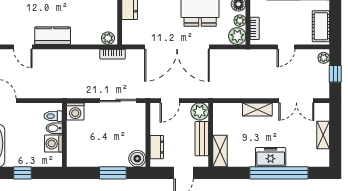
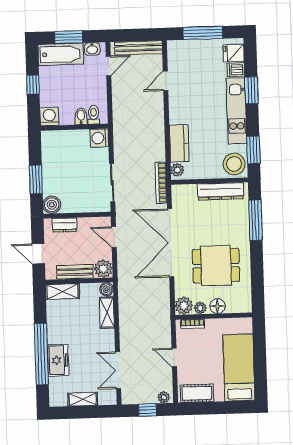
kitchen counter: (53, 36) -> (179, 143), moved
bookcase: (113, 54) -> (161, 183), width x1.56
boiler: (219, 109) -> (107, 289), added
shelving: (257, 109) -> (107, 313), moved
washing machine: (53, 144) -> (49, 117), moved
freezer: (271, 157) -> (58, 360), moved

